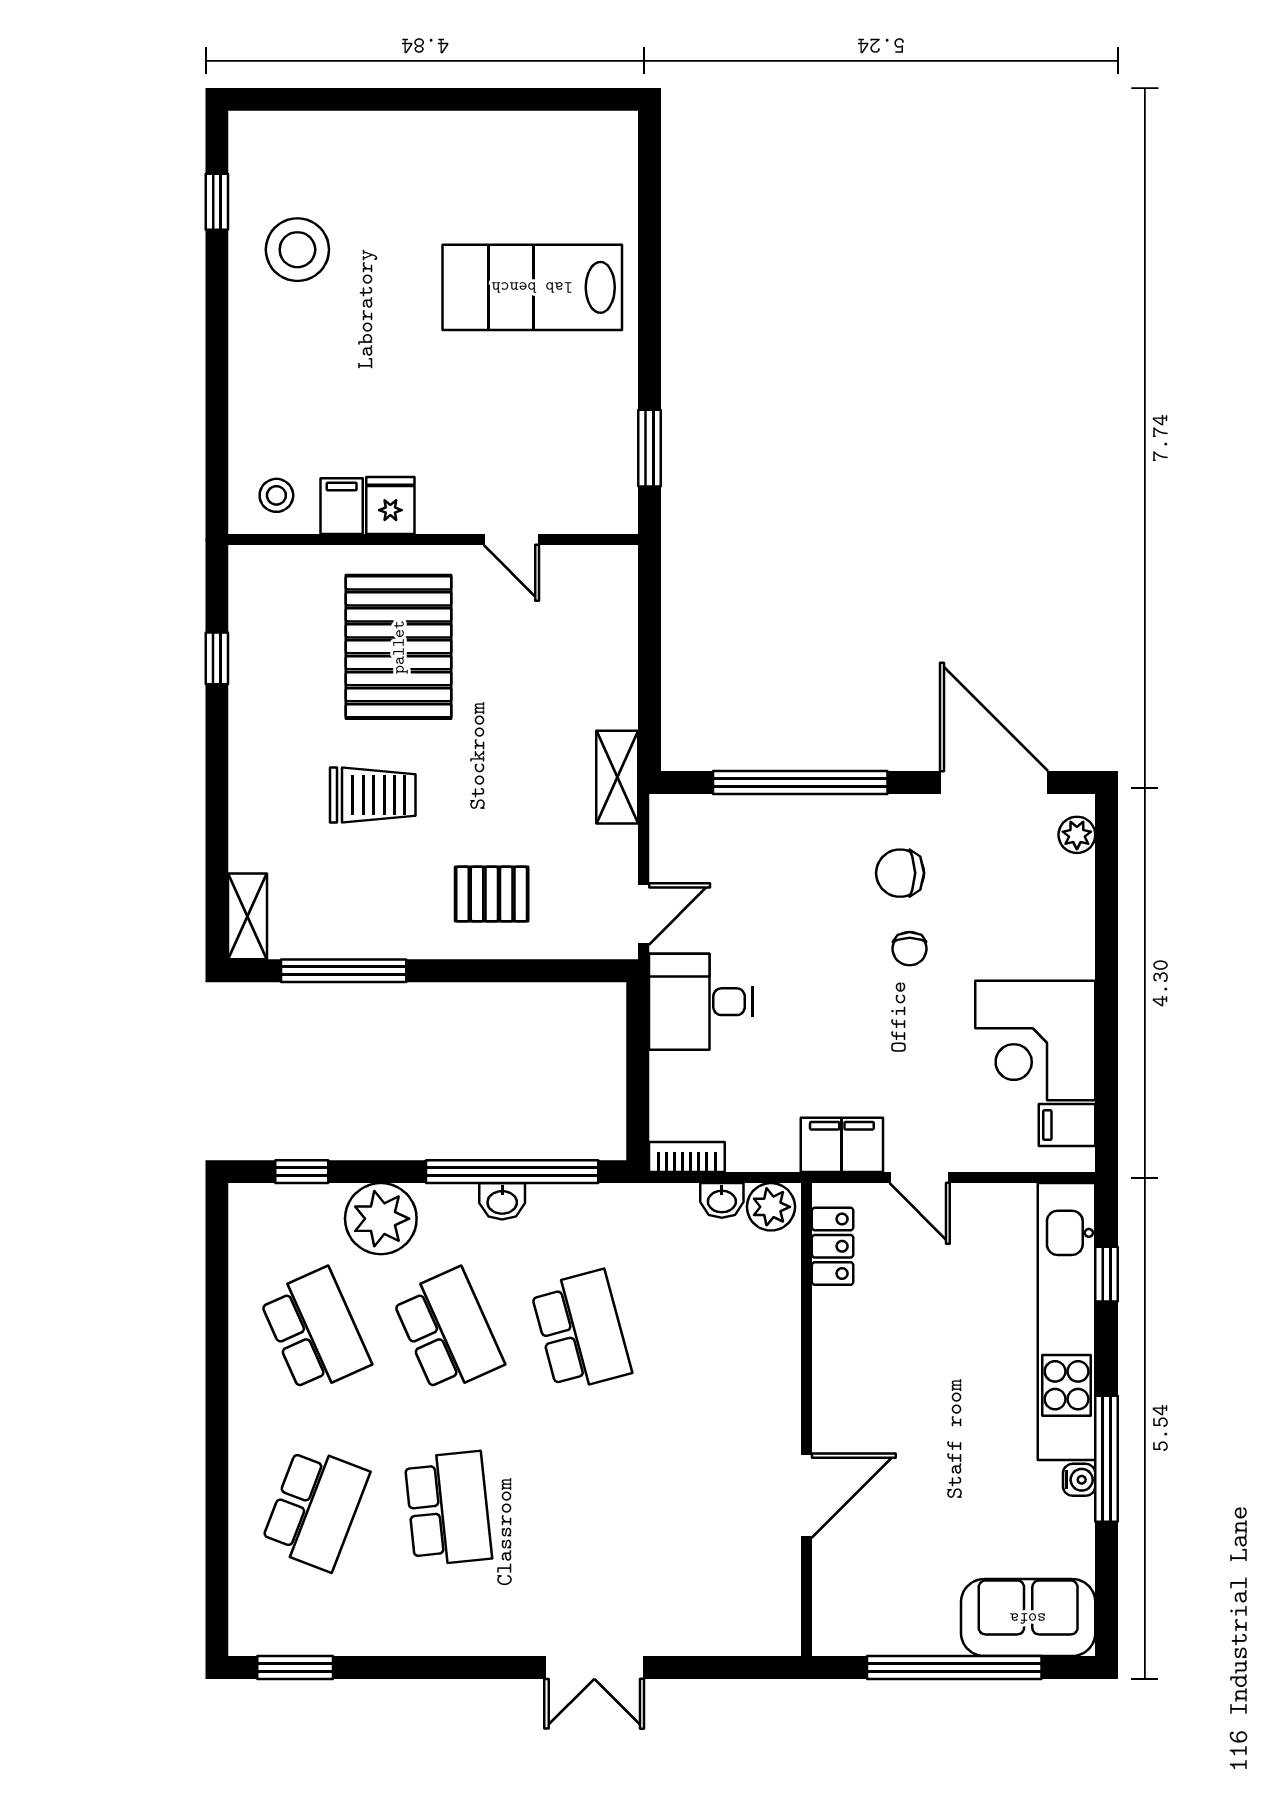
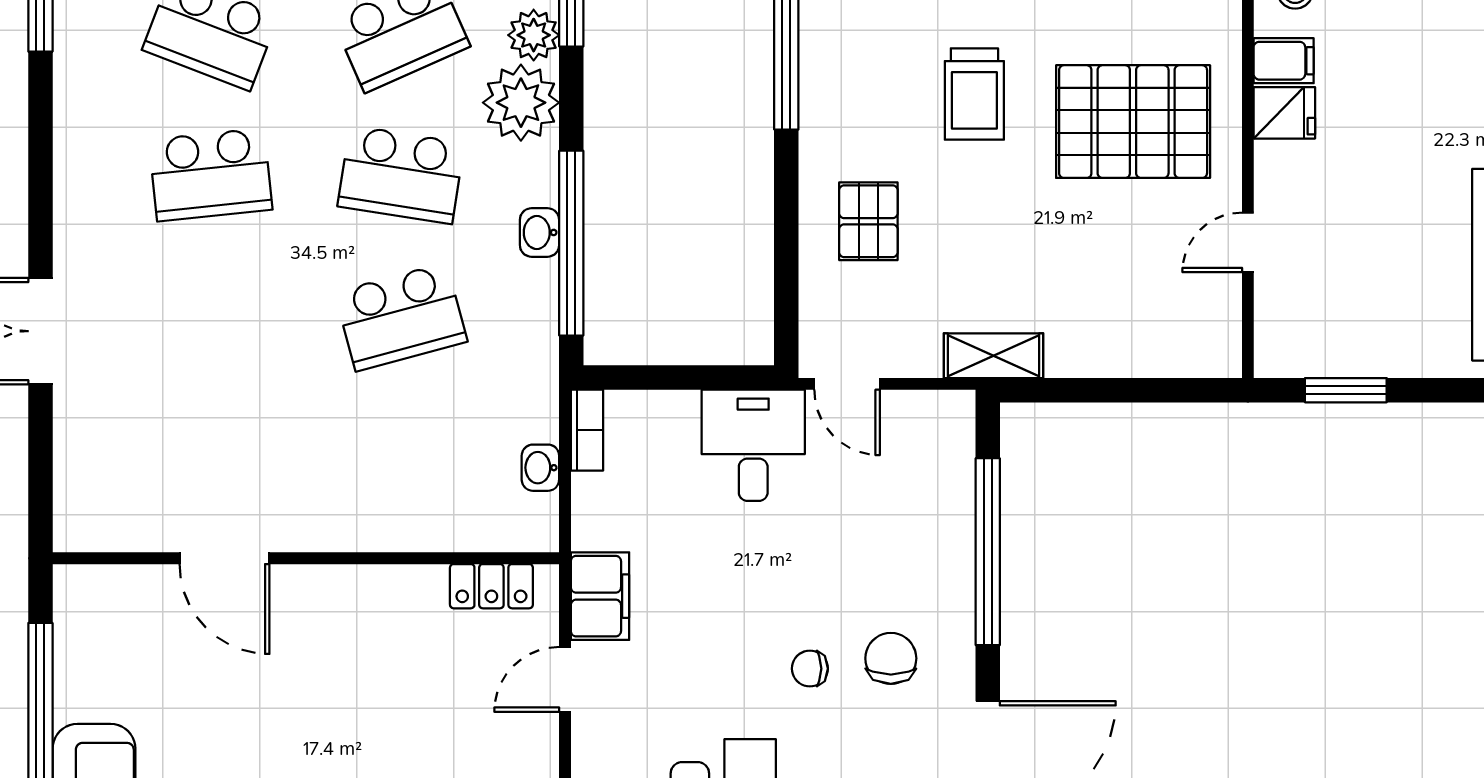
plant: (771, 1207) -> (534, 35), moved
school desk: (448, 1331) -> (401, 175), turned 33

